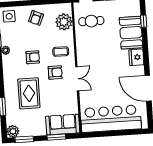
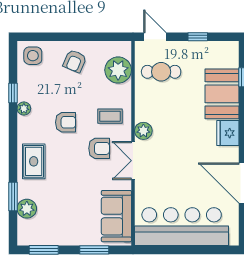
plant: (83, 59) -> (143, 131), added
double door: (77, 79) -> (133, 161), swing flipped
rug: (29, 93) -> (34, 161), moved, width x0.73, depth x0.70
sofa: (63, 125) -> (116, 216), moved, turned -90
plant: (13, 131) -> (27, 209), moved

